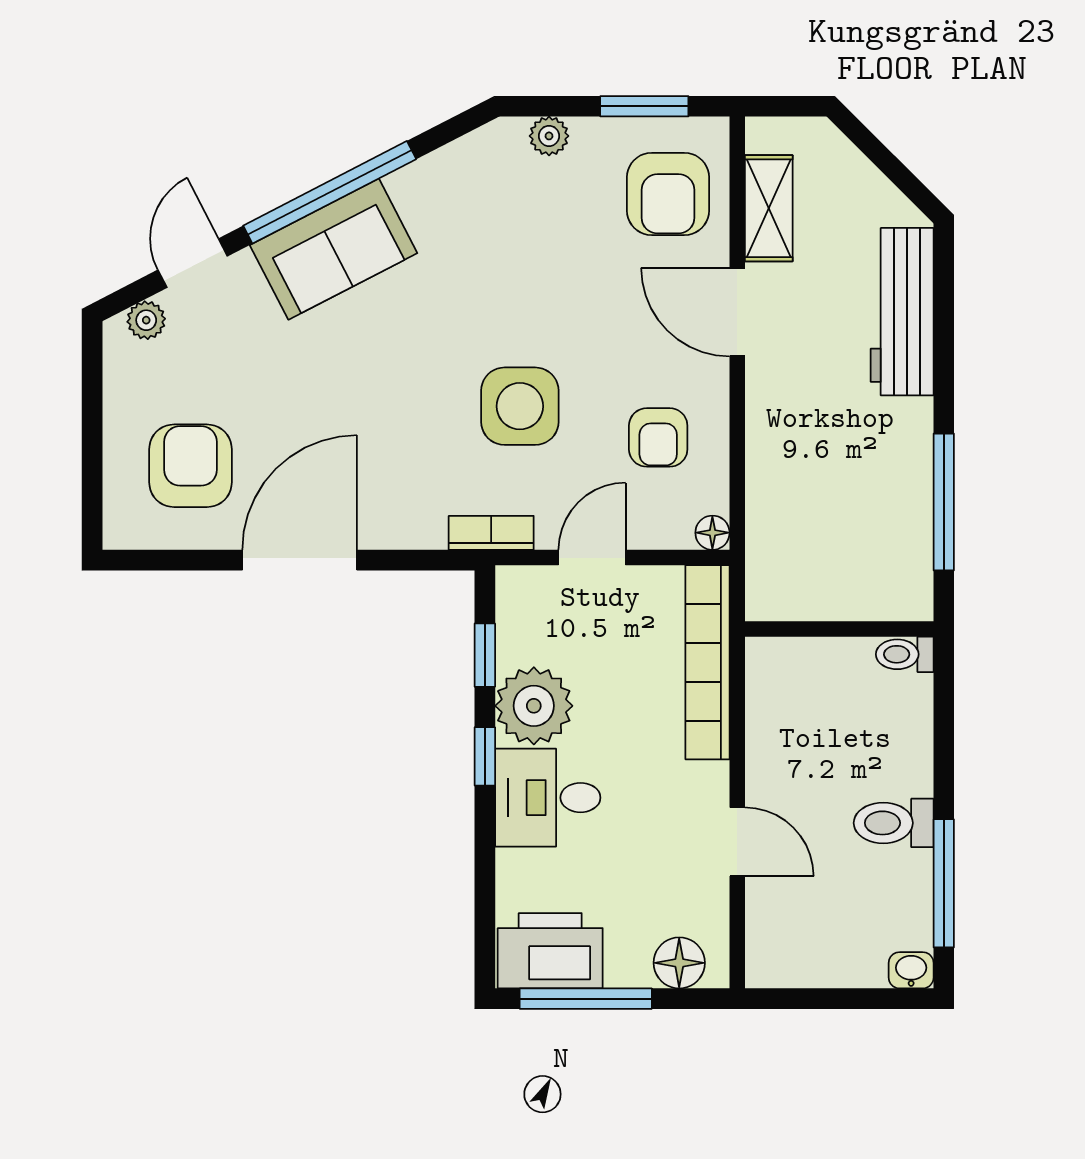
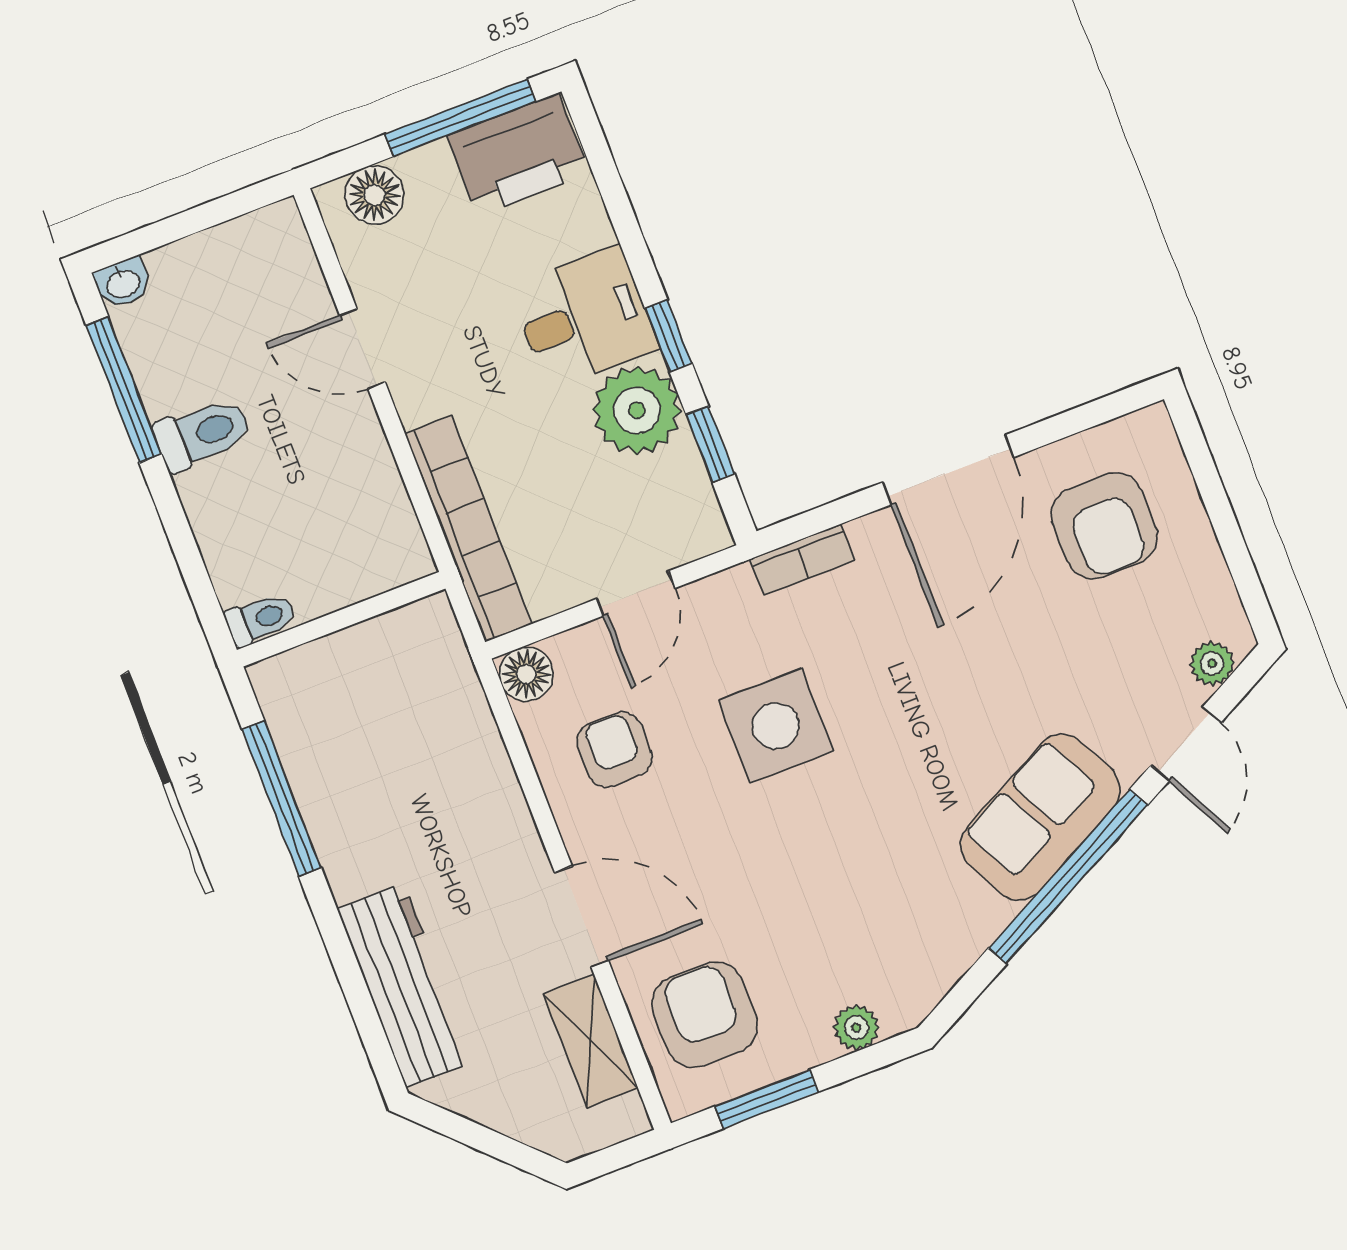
bookcase: (491, 533) -> (802, 560), moved
floor lamp: (712, 533) -> (526, 674), width x1.37, depth x1.37

